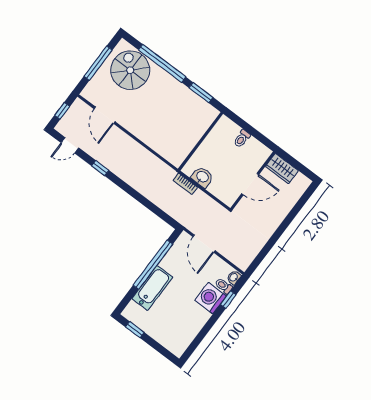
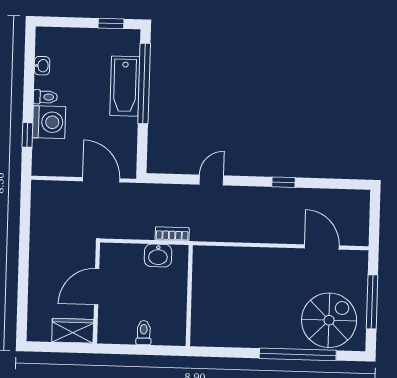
spiral stairs: (130, 70) -> (329, 320), turned -90
window: (201, 93) -> (229, 352), removed
window: (62, 111) -> (375, 217), removed
door: (70, 145) -> (211, 180), moved
window: (153, 265) -> (144, 84), moved
washbasin: (234, 278) -> (42, 66), moved
toilet: (224, 286) -> (45, 97), moved

